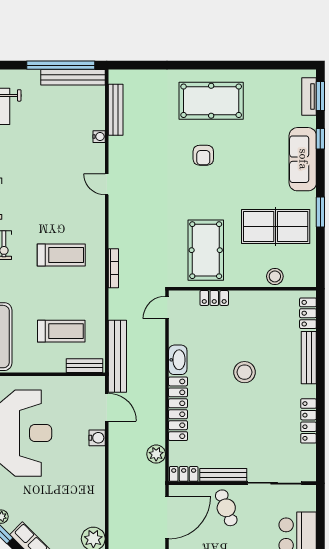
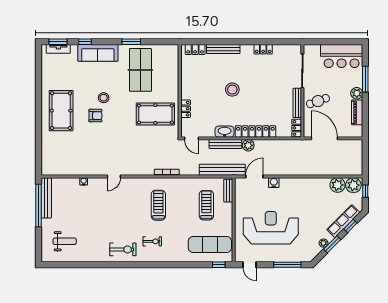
bench: (116, 110) -> (225, 144), moved
stool: (275, 276) -> (104, 98), moved
locker: (308, 421) -> (263, 49), width x0.66
plant: (156, 454) -> (248, 145), moved

